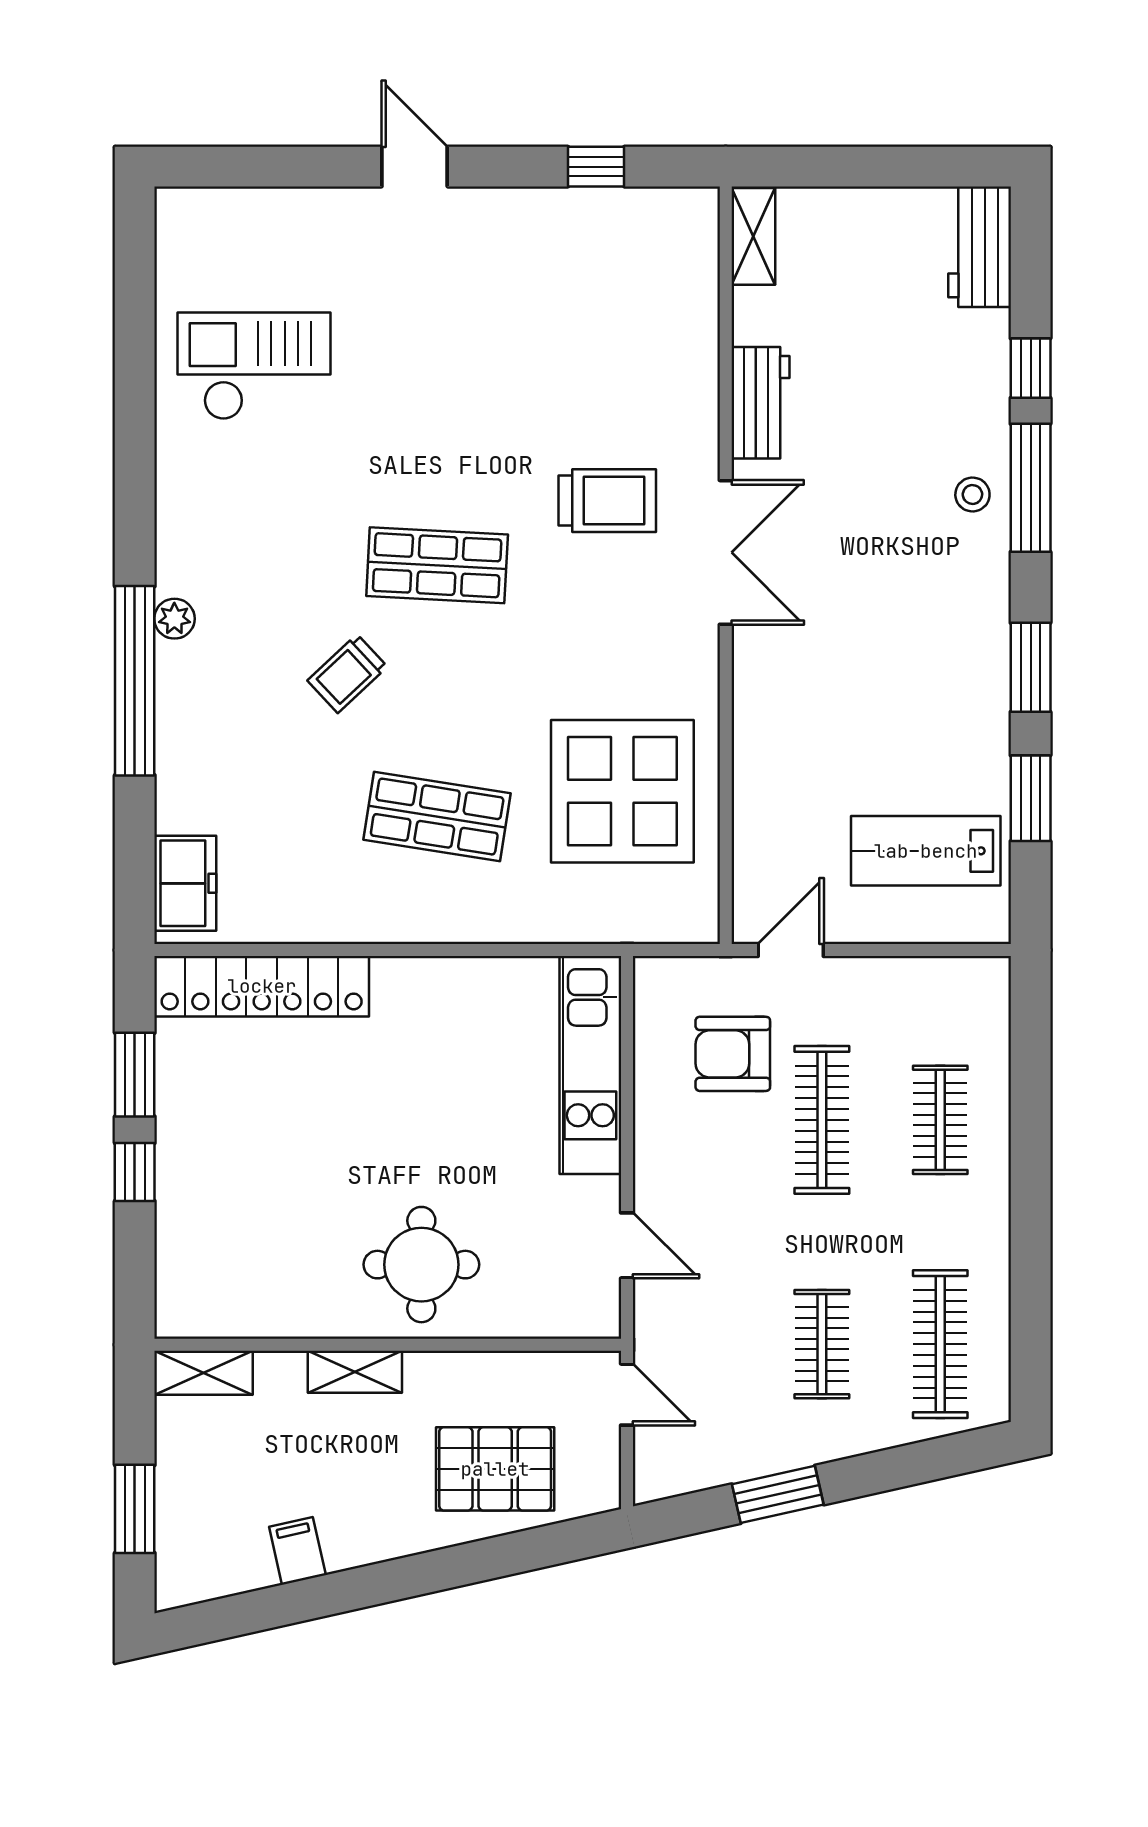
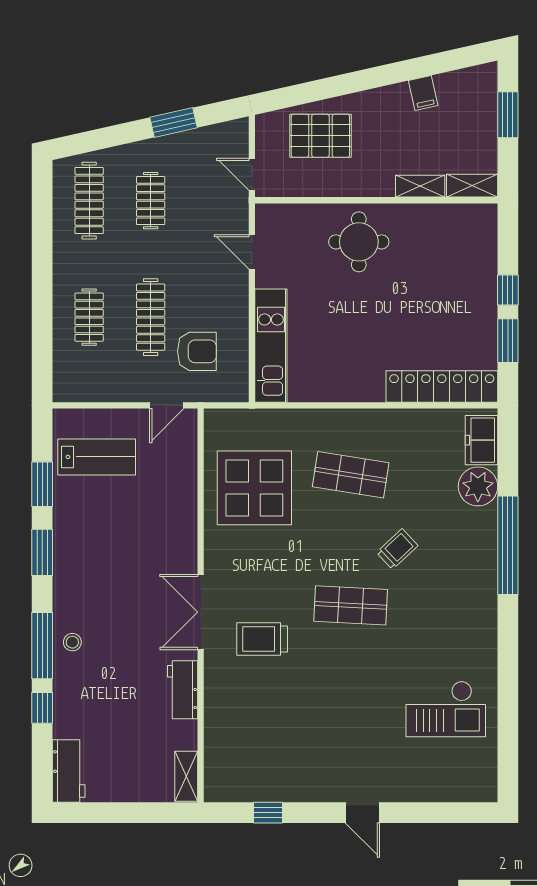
plant: (174, 619) -> (478, 486), moved, width x1.88, depth x1.88
shelving: (355, 1372) -> (420, 186), moved

